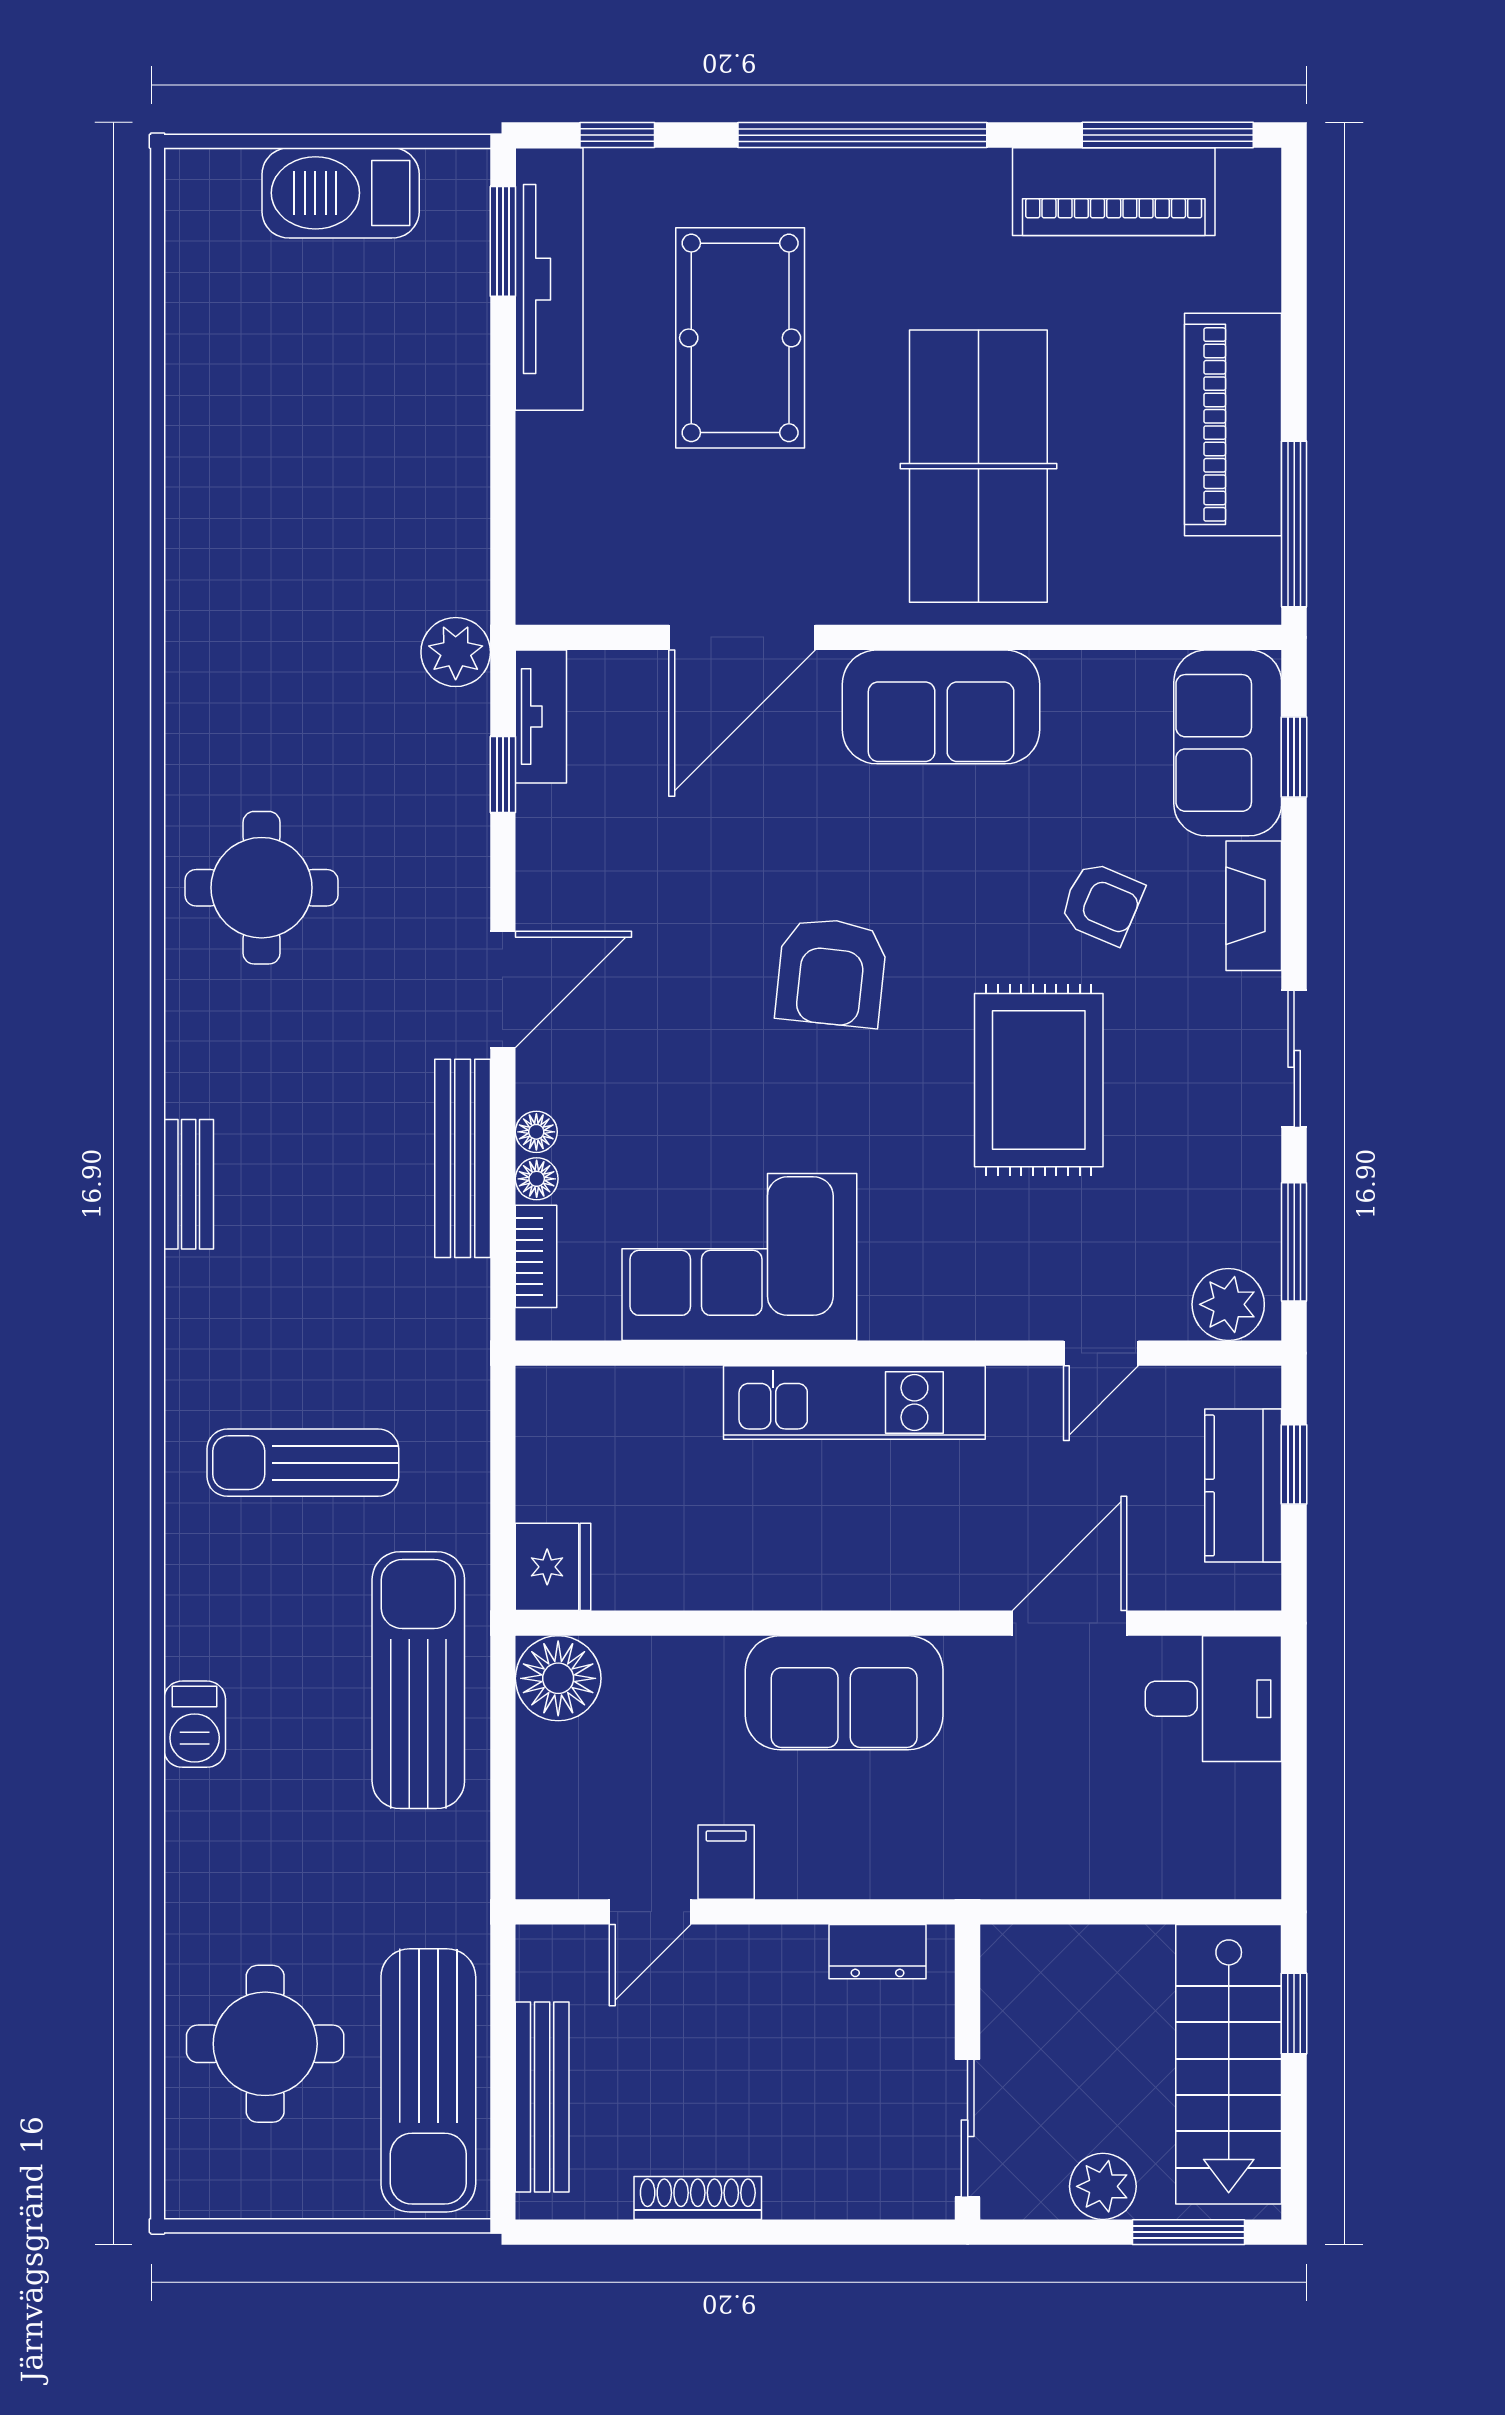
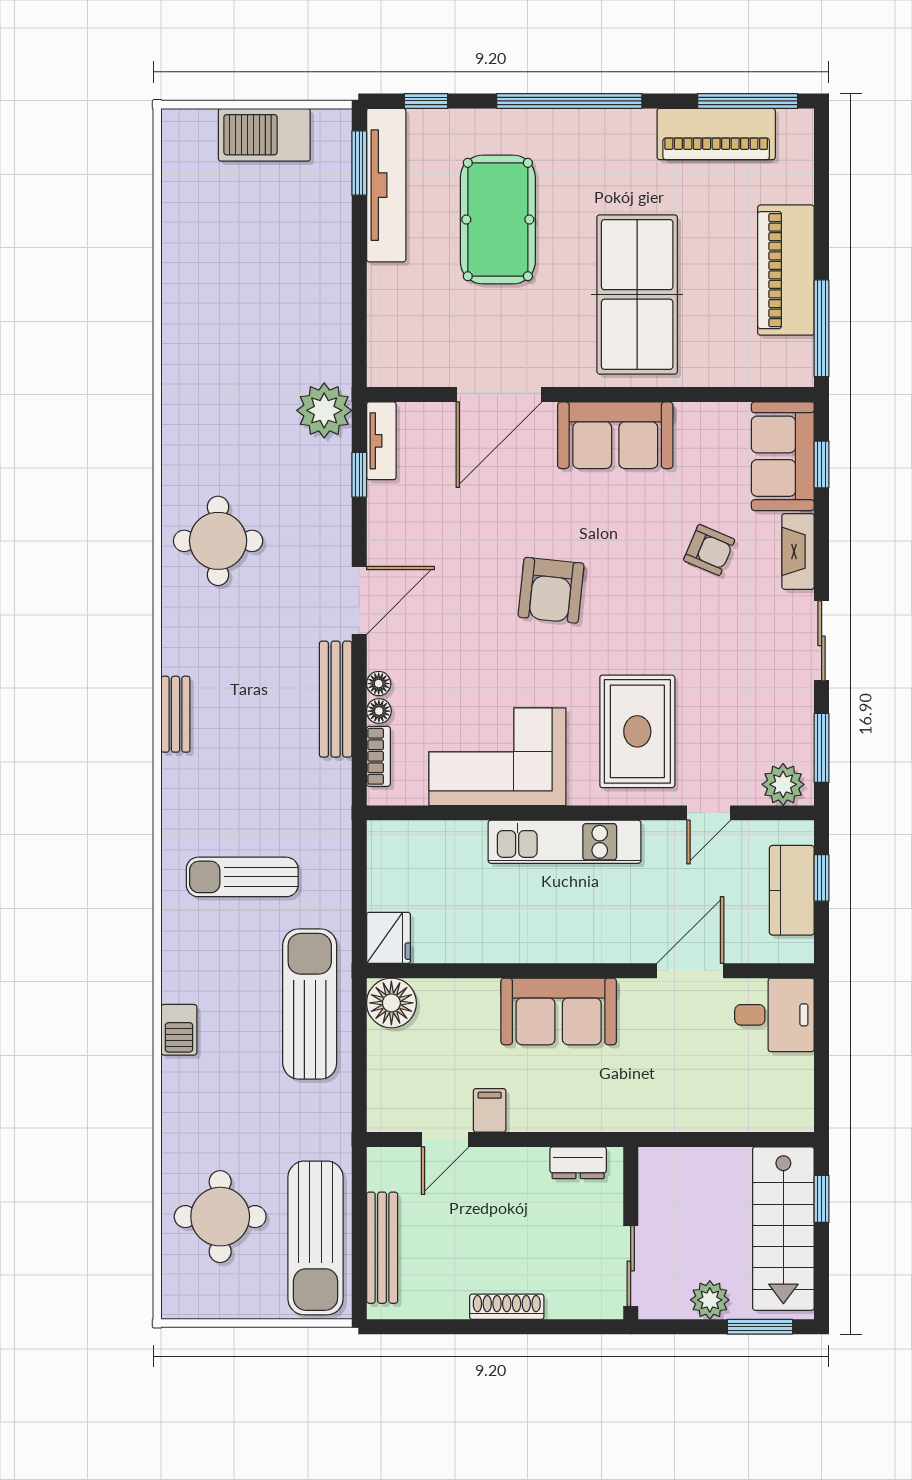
plant: (456, 652) -> (324, 410), width x1.36, depth x1.36
rug: (1039, 1080) -> (637, 731), moved
shoe rack: (698, 2198) -> (507, 1307), moved

